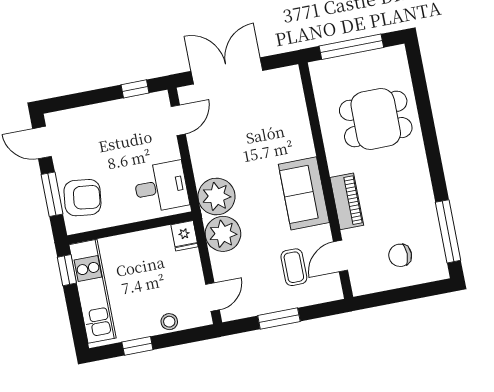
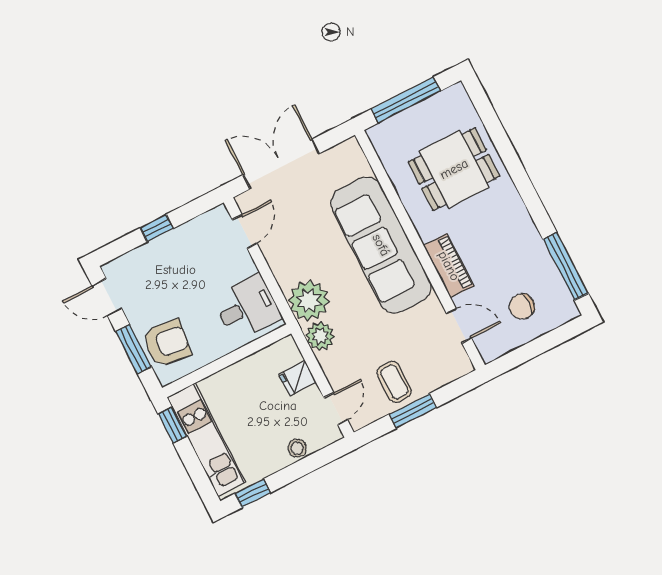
window: (135, 89) -> (157, 228), moved
sofa: (304, 193) -> (381, 245), width x1.85, depth x1.27
plant: (223, 234) -> (320, 336), width x0.73, depth x0.73
fridge: (184, 236) -> (297, 378), moved, turned 90
door: (340, 256) -> (459, 326), swing flipped
coffee table: (294, 267) -> (394, 382), moved
window: (137, 346) -> (253, 493), moved

